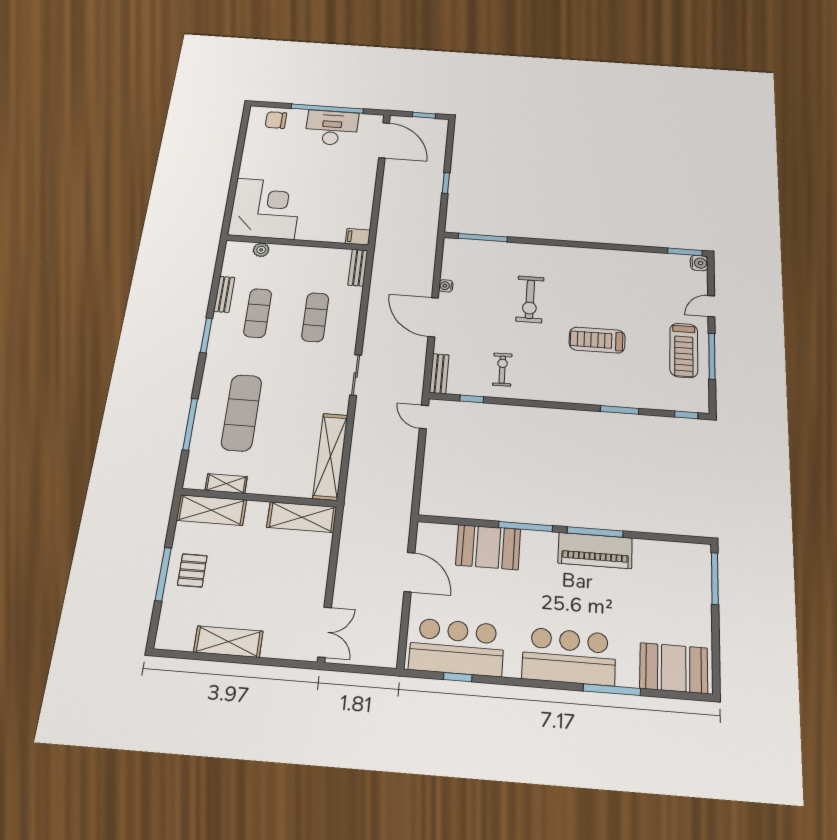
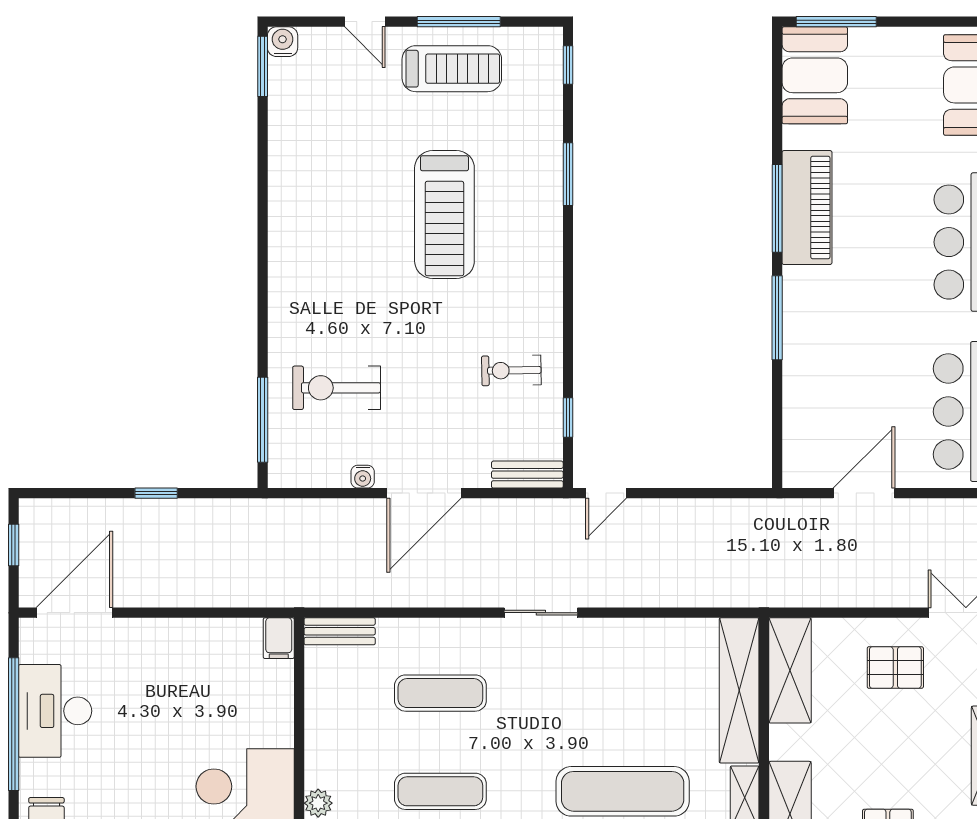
exercise bike: (530, 299) -> (337, 388), moved, turned 180
treadmill: (597, 340) -> (444, 214), width x1.37, depth x1.38
shelving: (330, 457) -> (739, 690), moved, turned 90
booth: (488, 547) -> (815, 75), moved
pallet: (295, 583) -> (895, 667), added

